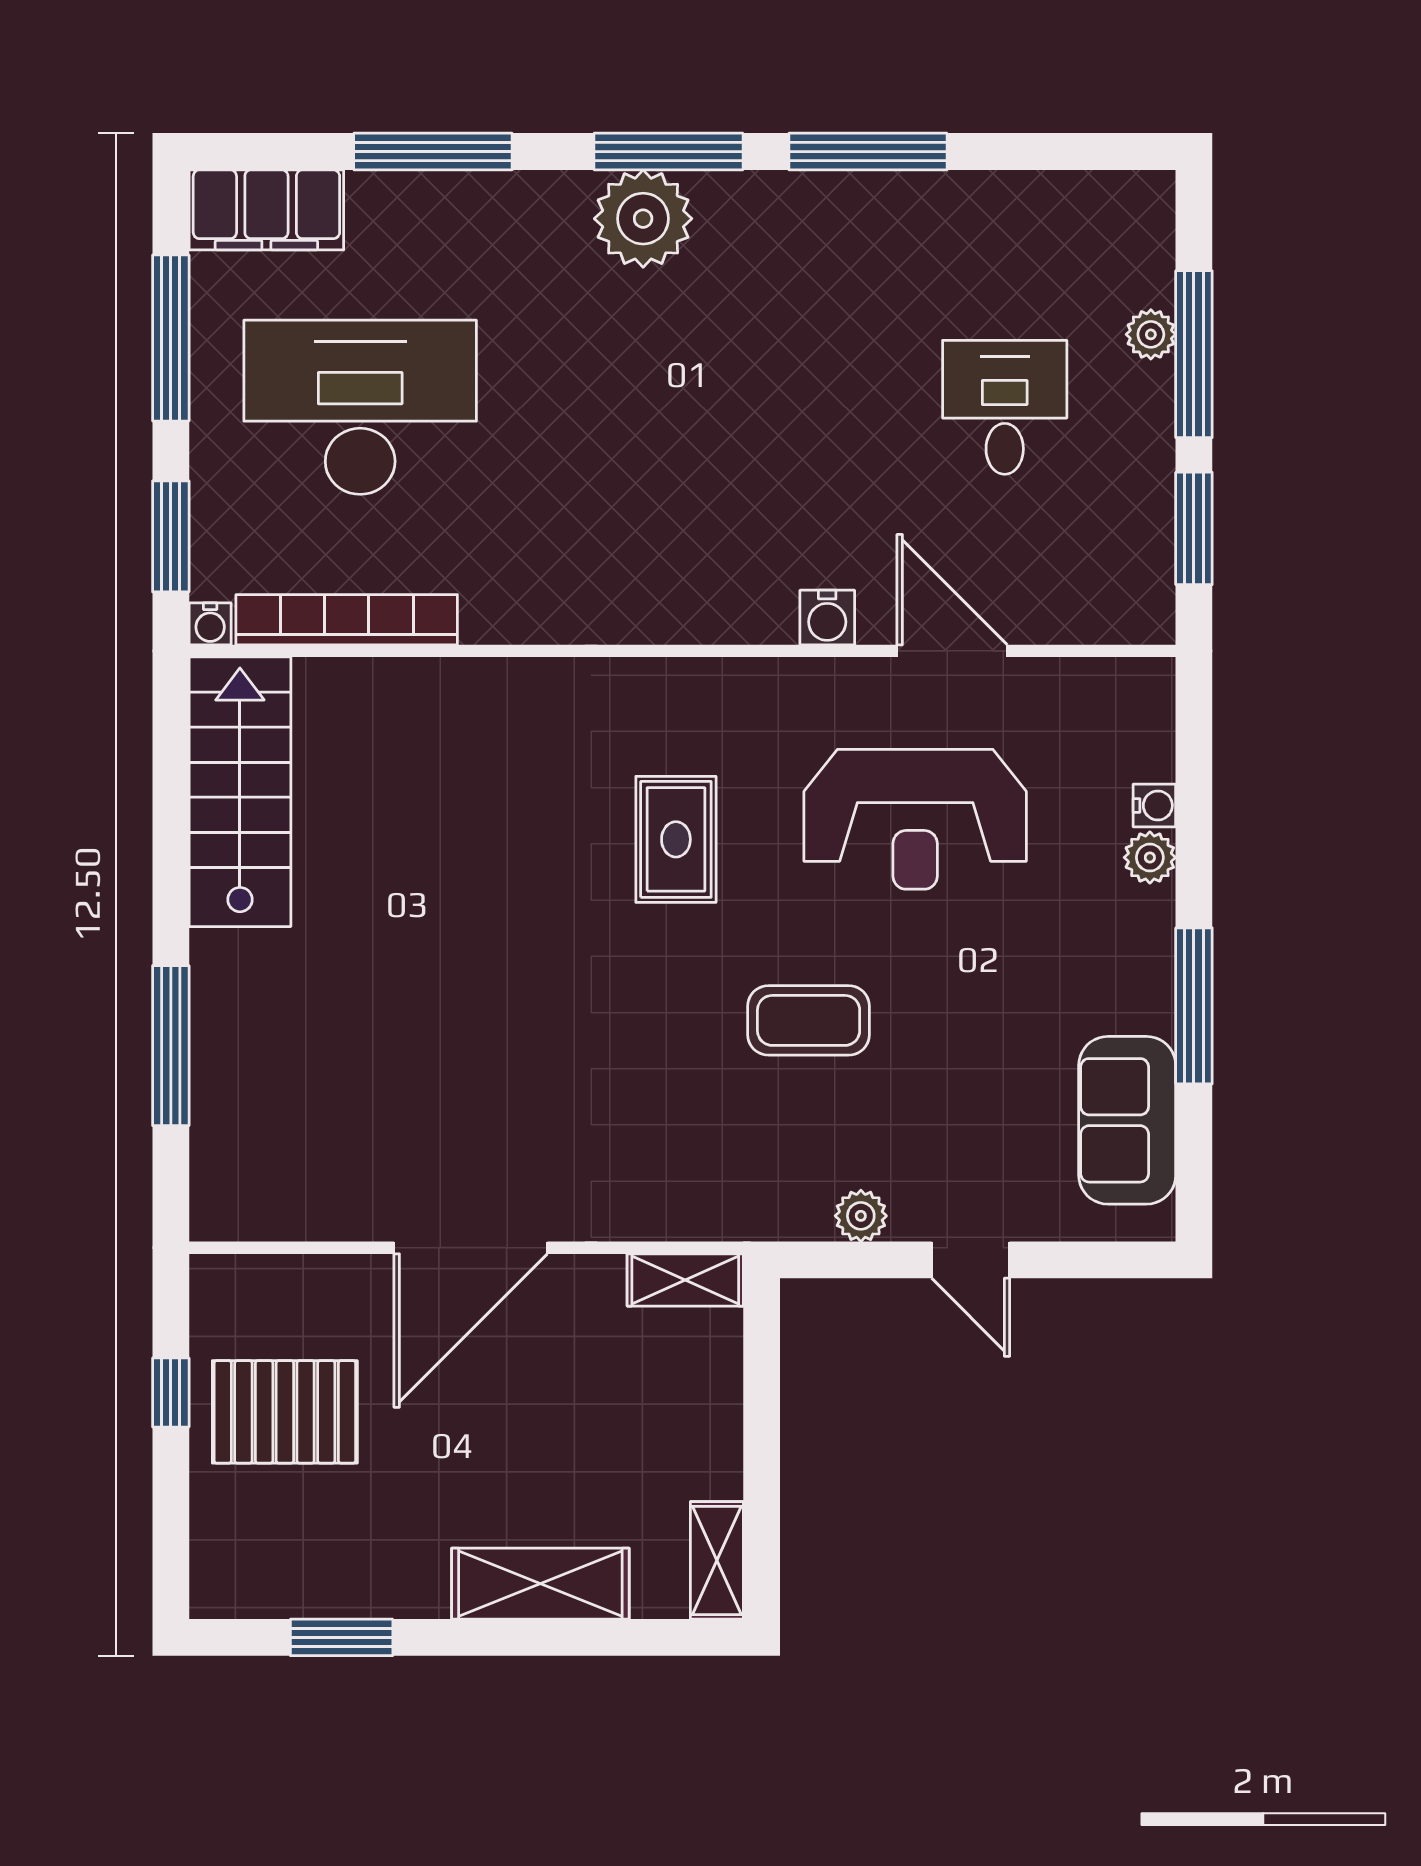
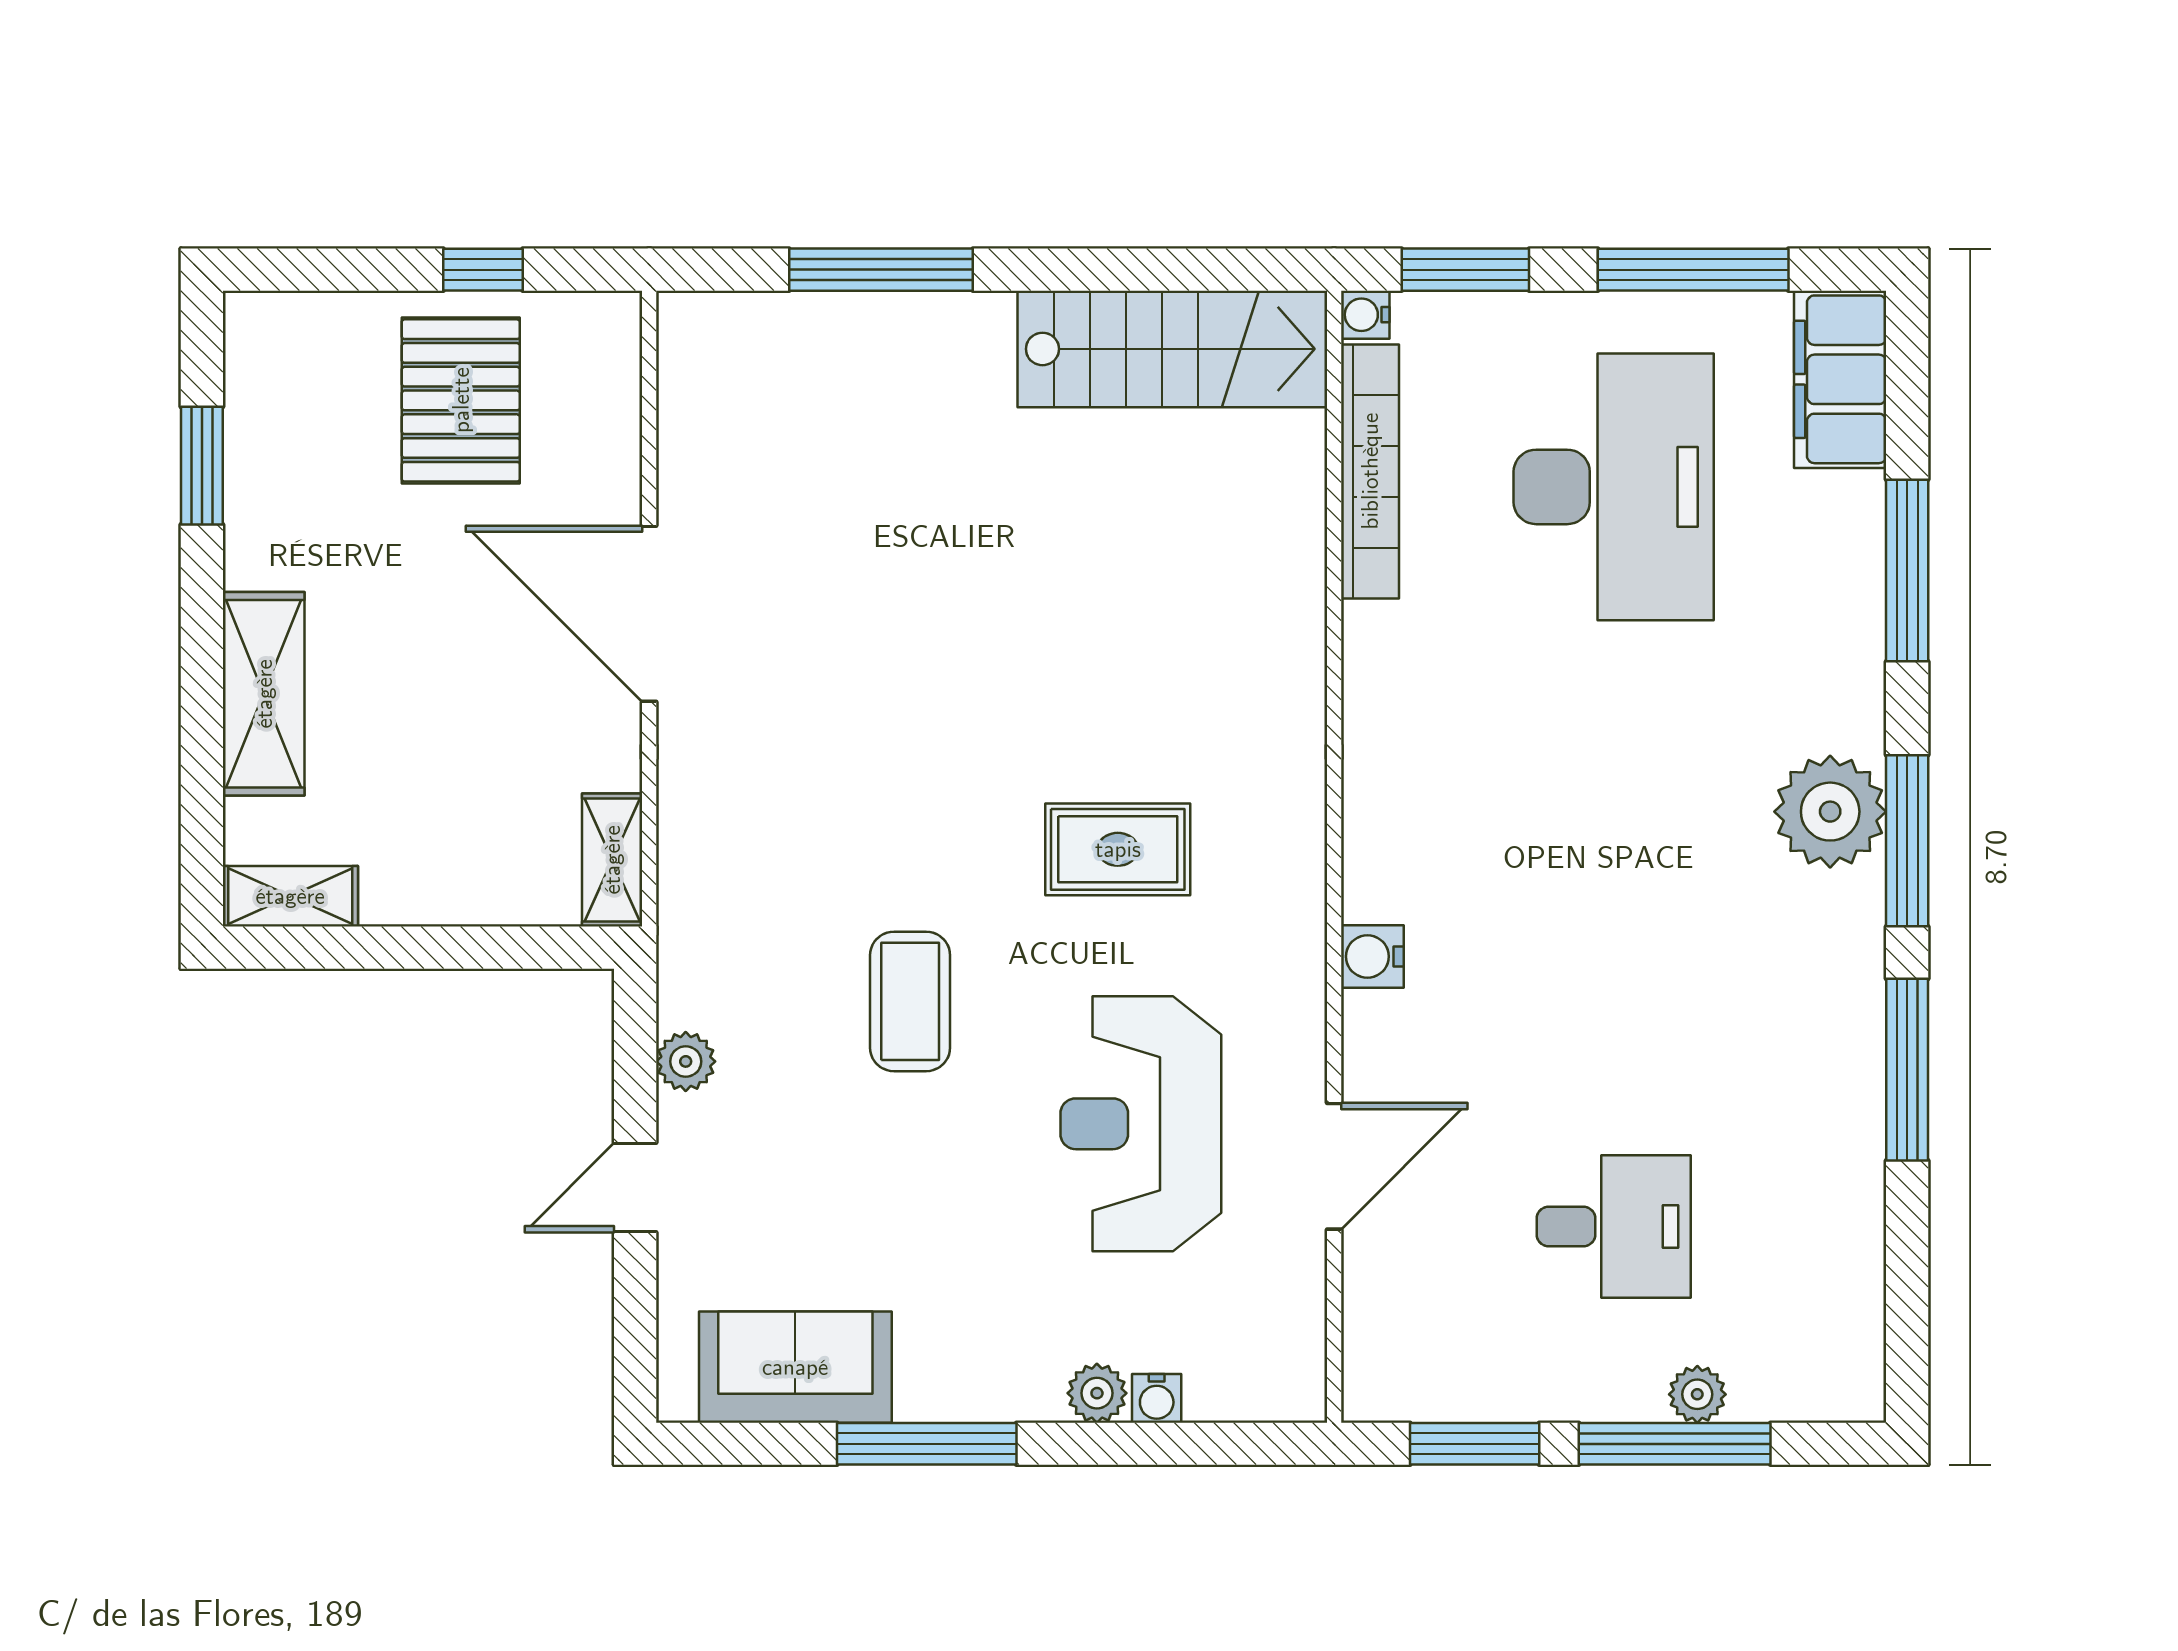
water cooler: (827, 618) -> (1372, 956), moved

